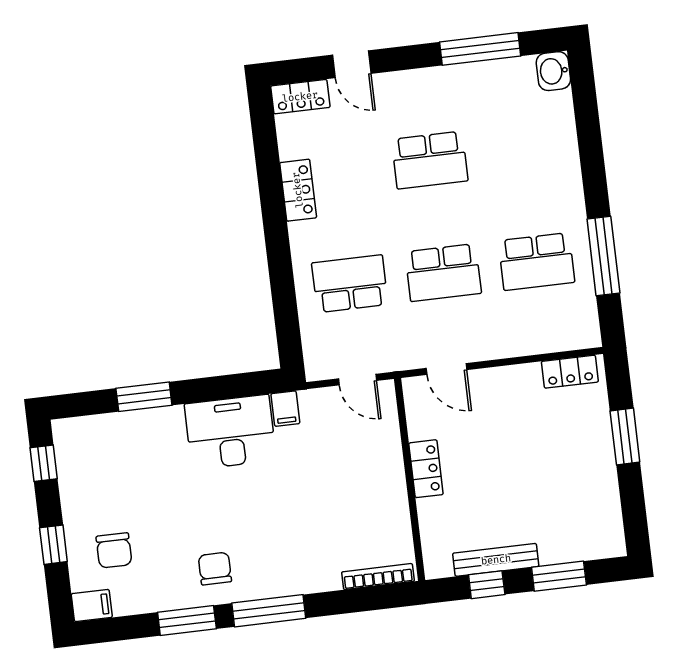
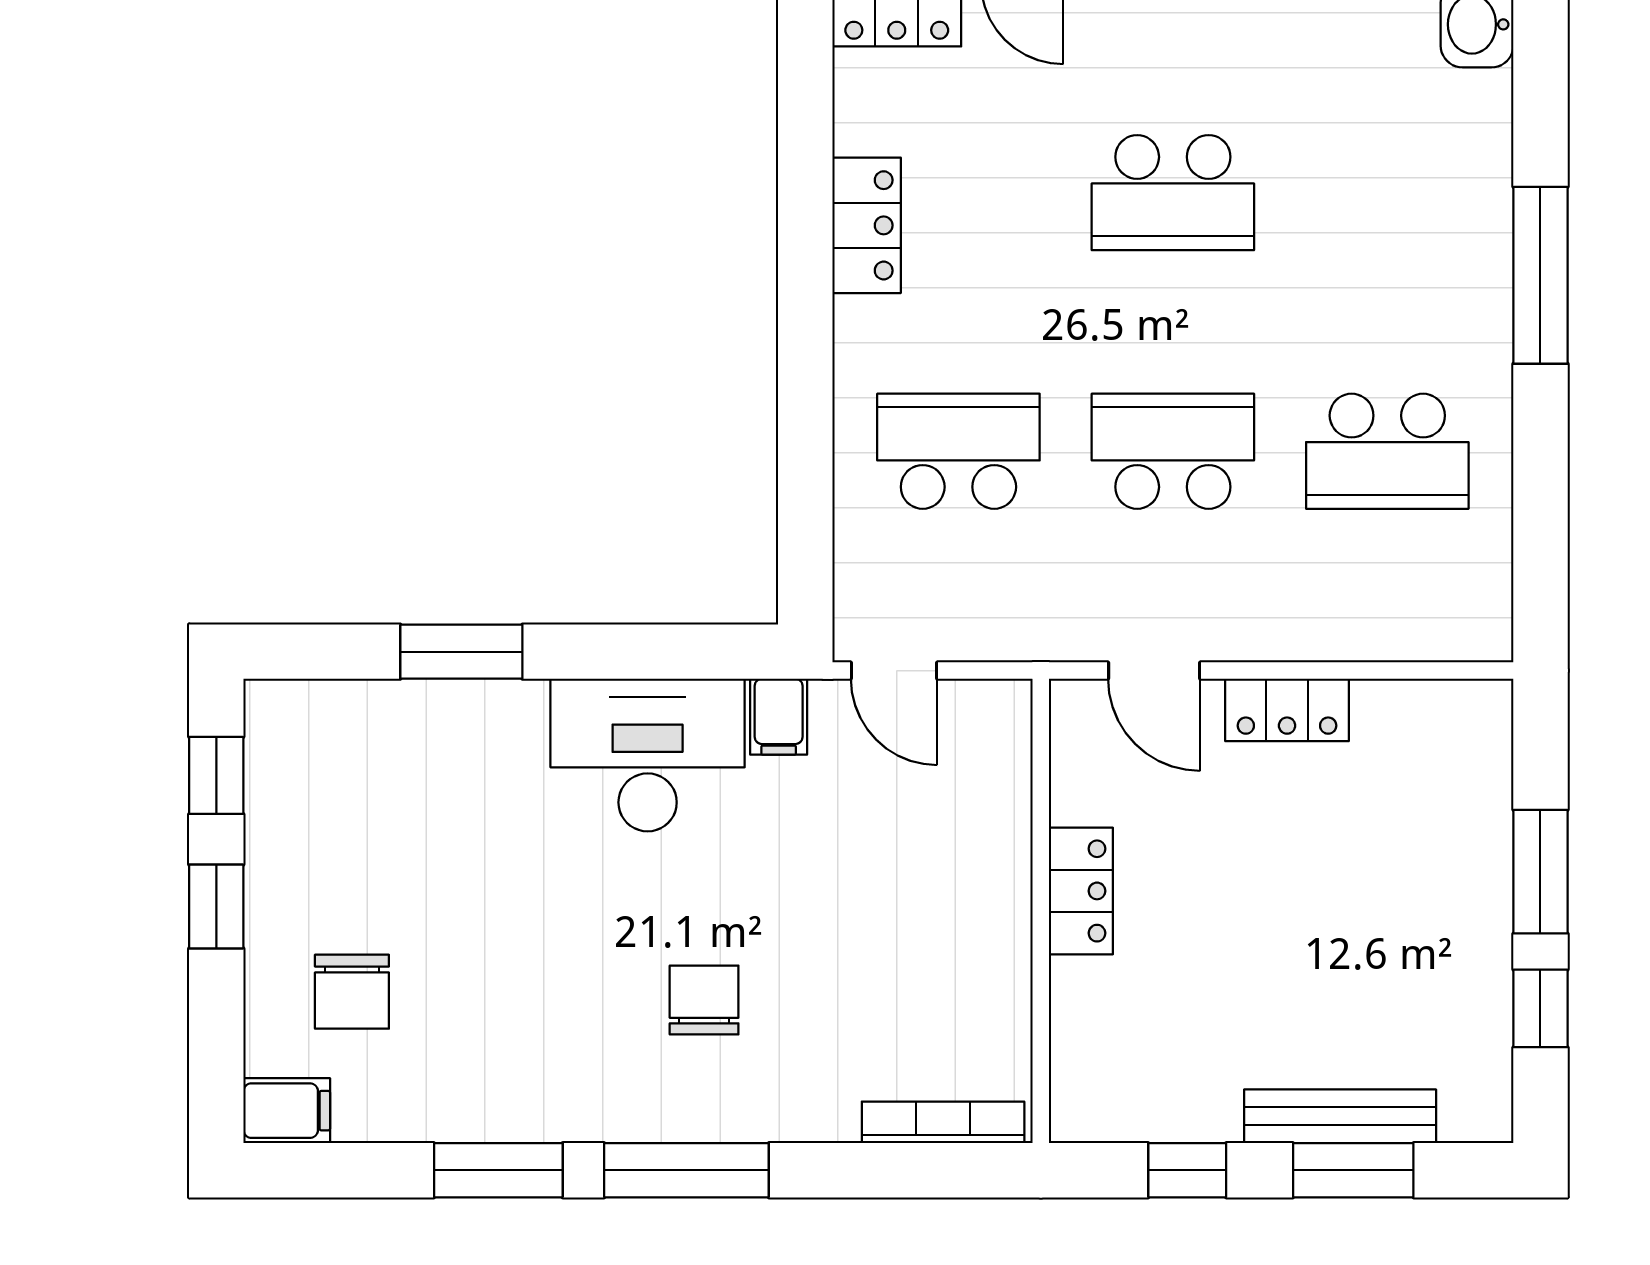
window: (603, 256) -> (1540, 275), moved
school desk: (443, 273) -> (1173, 451), turned 180
locker: (570, 372) -> (1287, 710), moved
door: (358, 380) -> (894, 671), moved
window: (632, 496) -> (1540, 1008), added
window: (53, 545) -> (216, 906), moved
bench: (496, 560) -> (1340, 1116), moved
chair: (215, 569) -> (704, 1000), moved

